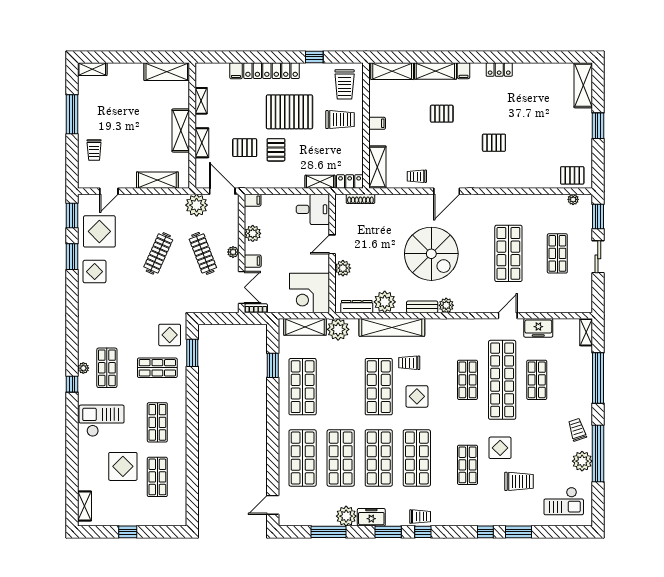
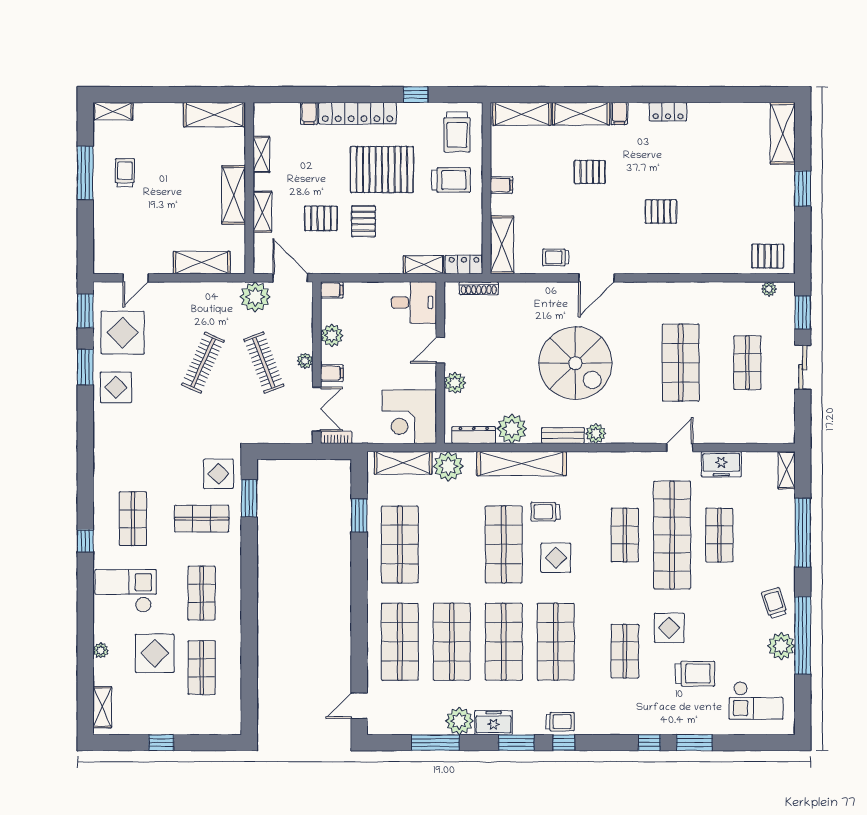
trolley: (94, 150) -> (125, 173), moved, turned 180
plant: (83, 368) -> (101, 650), moved

